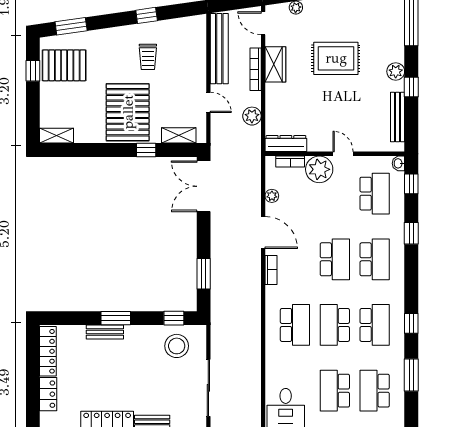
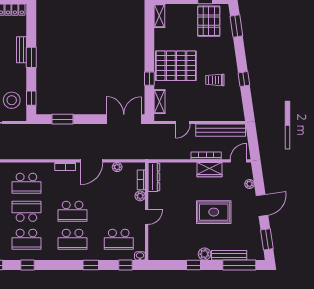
rug: (336, 58) -> (214, 212), turned 90
plant: (252, 116) -> (173, 153), removed
bench: (398, 117) -> (229, 255), moved
plant: (319, 169) -> (140, 196), width x0.53, depth x0.53

